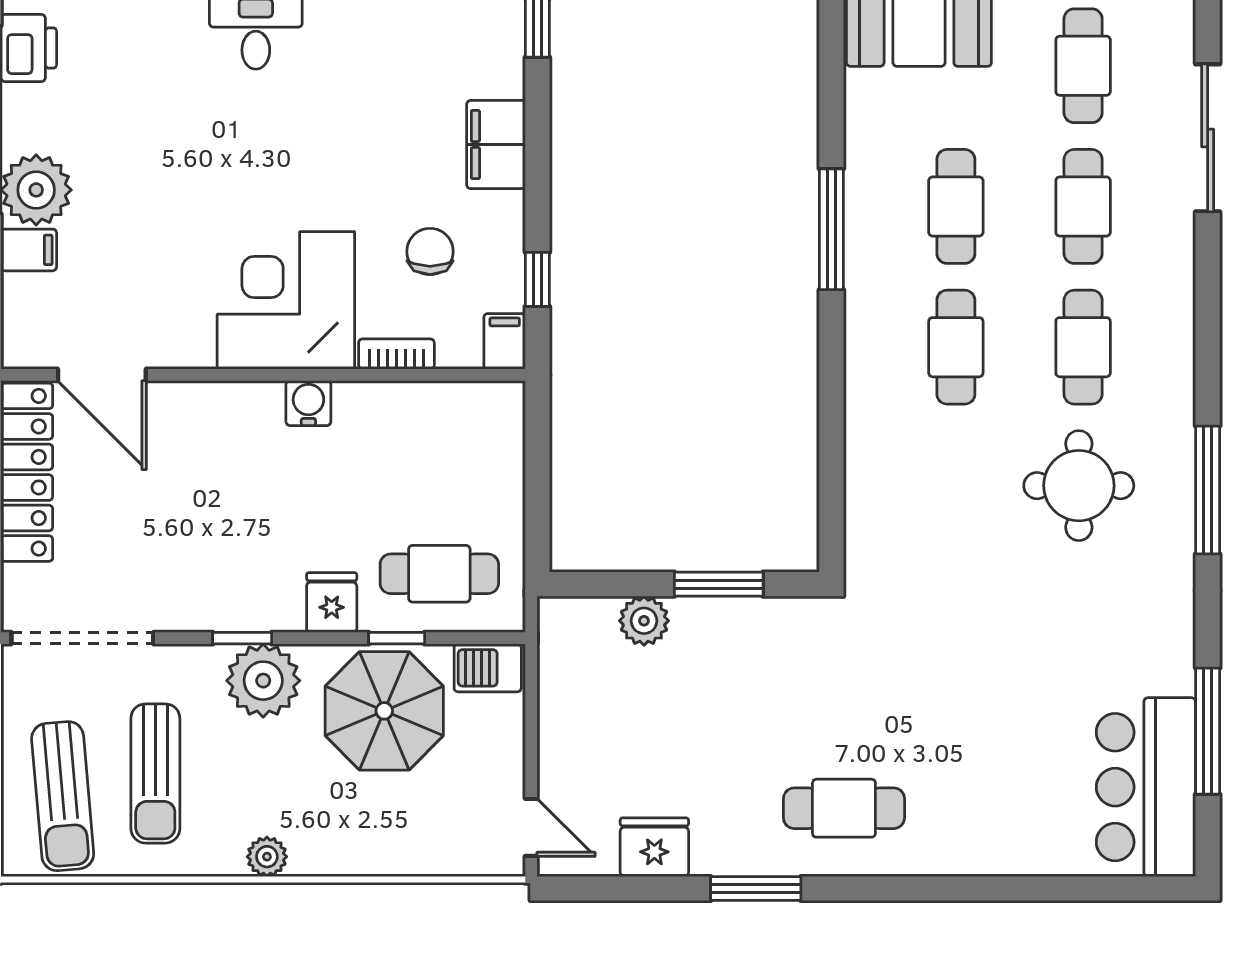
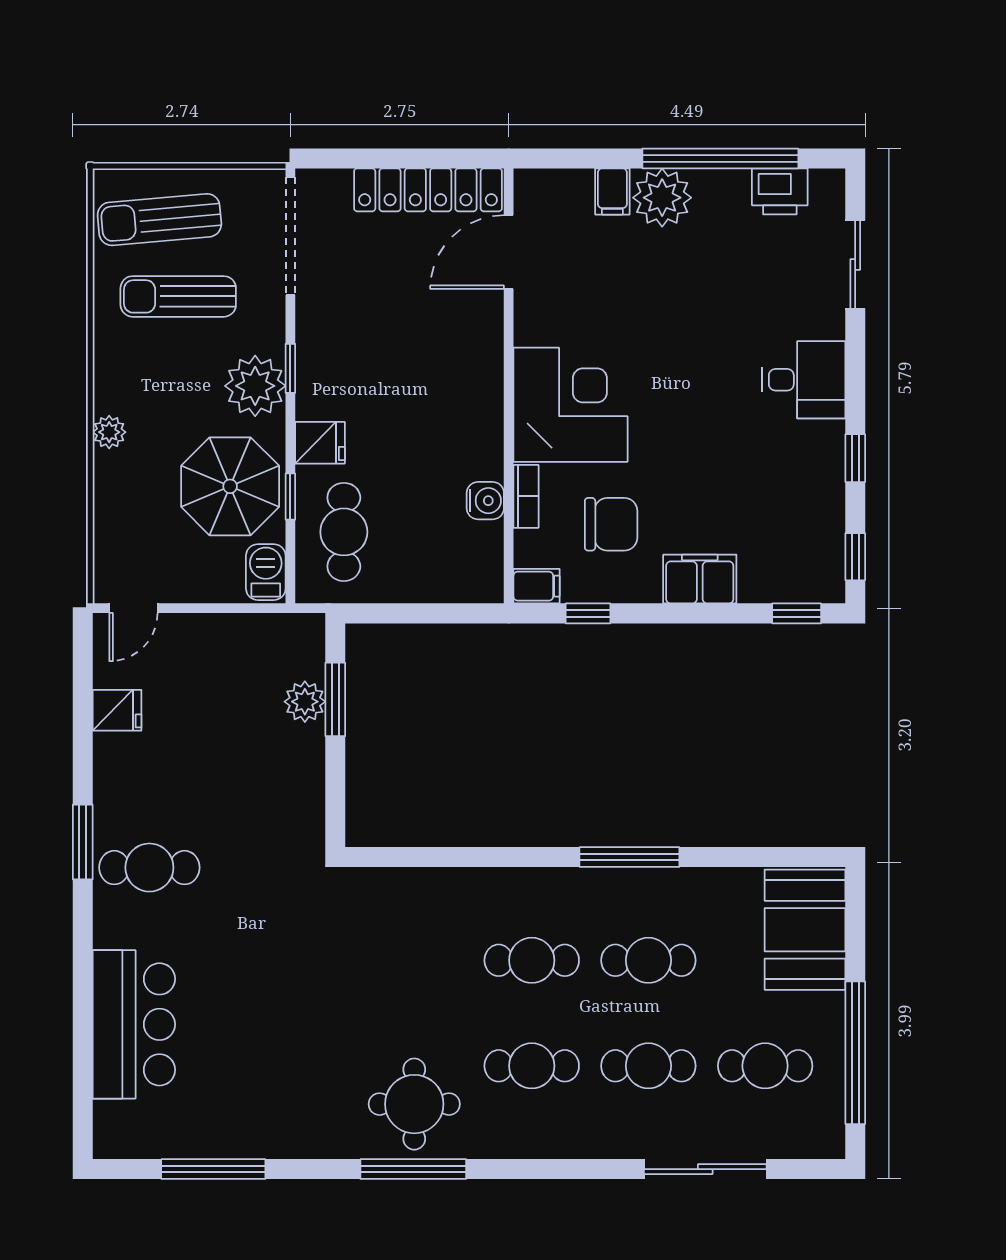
chair: (430, 252) -> (611, 524), width x1.37, depth x1.37
water cooler: (308, 403) -> (485, 501), moved
round table: (1079, 486) -> (414, 1104), moved
window: (719, 584) -> (335, 699), moved
bar counter: (1146, 787) -> (134, 1024), moved, turned 90
cafe table: (844, 808) -> (149, 868), turned 90
fridge: (654, 847) -> (117, 710), width x0.72
plant: (267, 857) -> (109, 432), moved
window: (756, 889) -> (83, 842), moved

